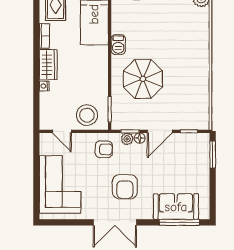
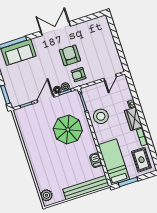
barbecue: (118, 45) -> (96, 160), moved
stool: (87, 115) -> (101, 116), moved
door: (62, 131) -> (110, 78), swing flipped
corner sofa: (60, 184) -> (100, 42), removed
armchair: (125, 187) -> (70, 55), moved

